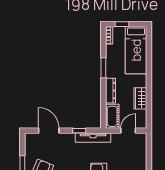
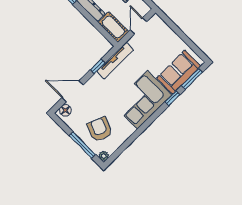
floor lamp: (33, 138) -> (65, 110), added

